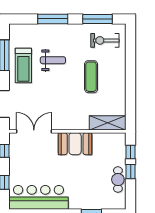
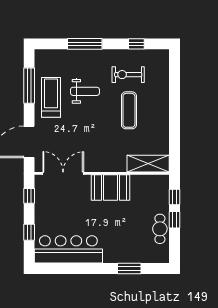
window: (97, 19) -> (136, 44), width x0.46
exercise bike: (105, 40) -> (128, 75), moved
treadmill: (23, 65) -> (51, 97), turned 180

